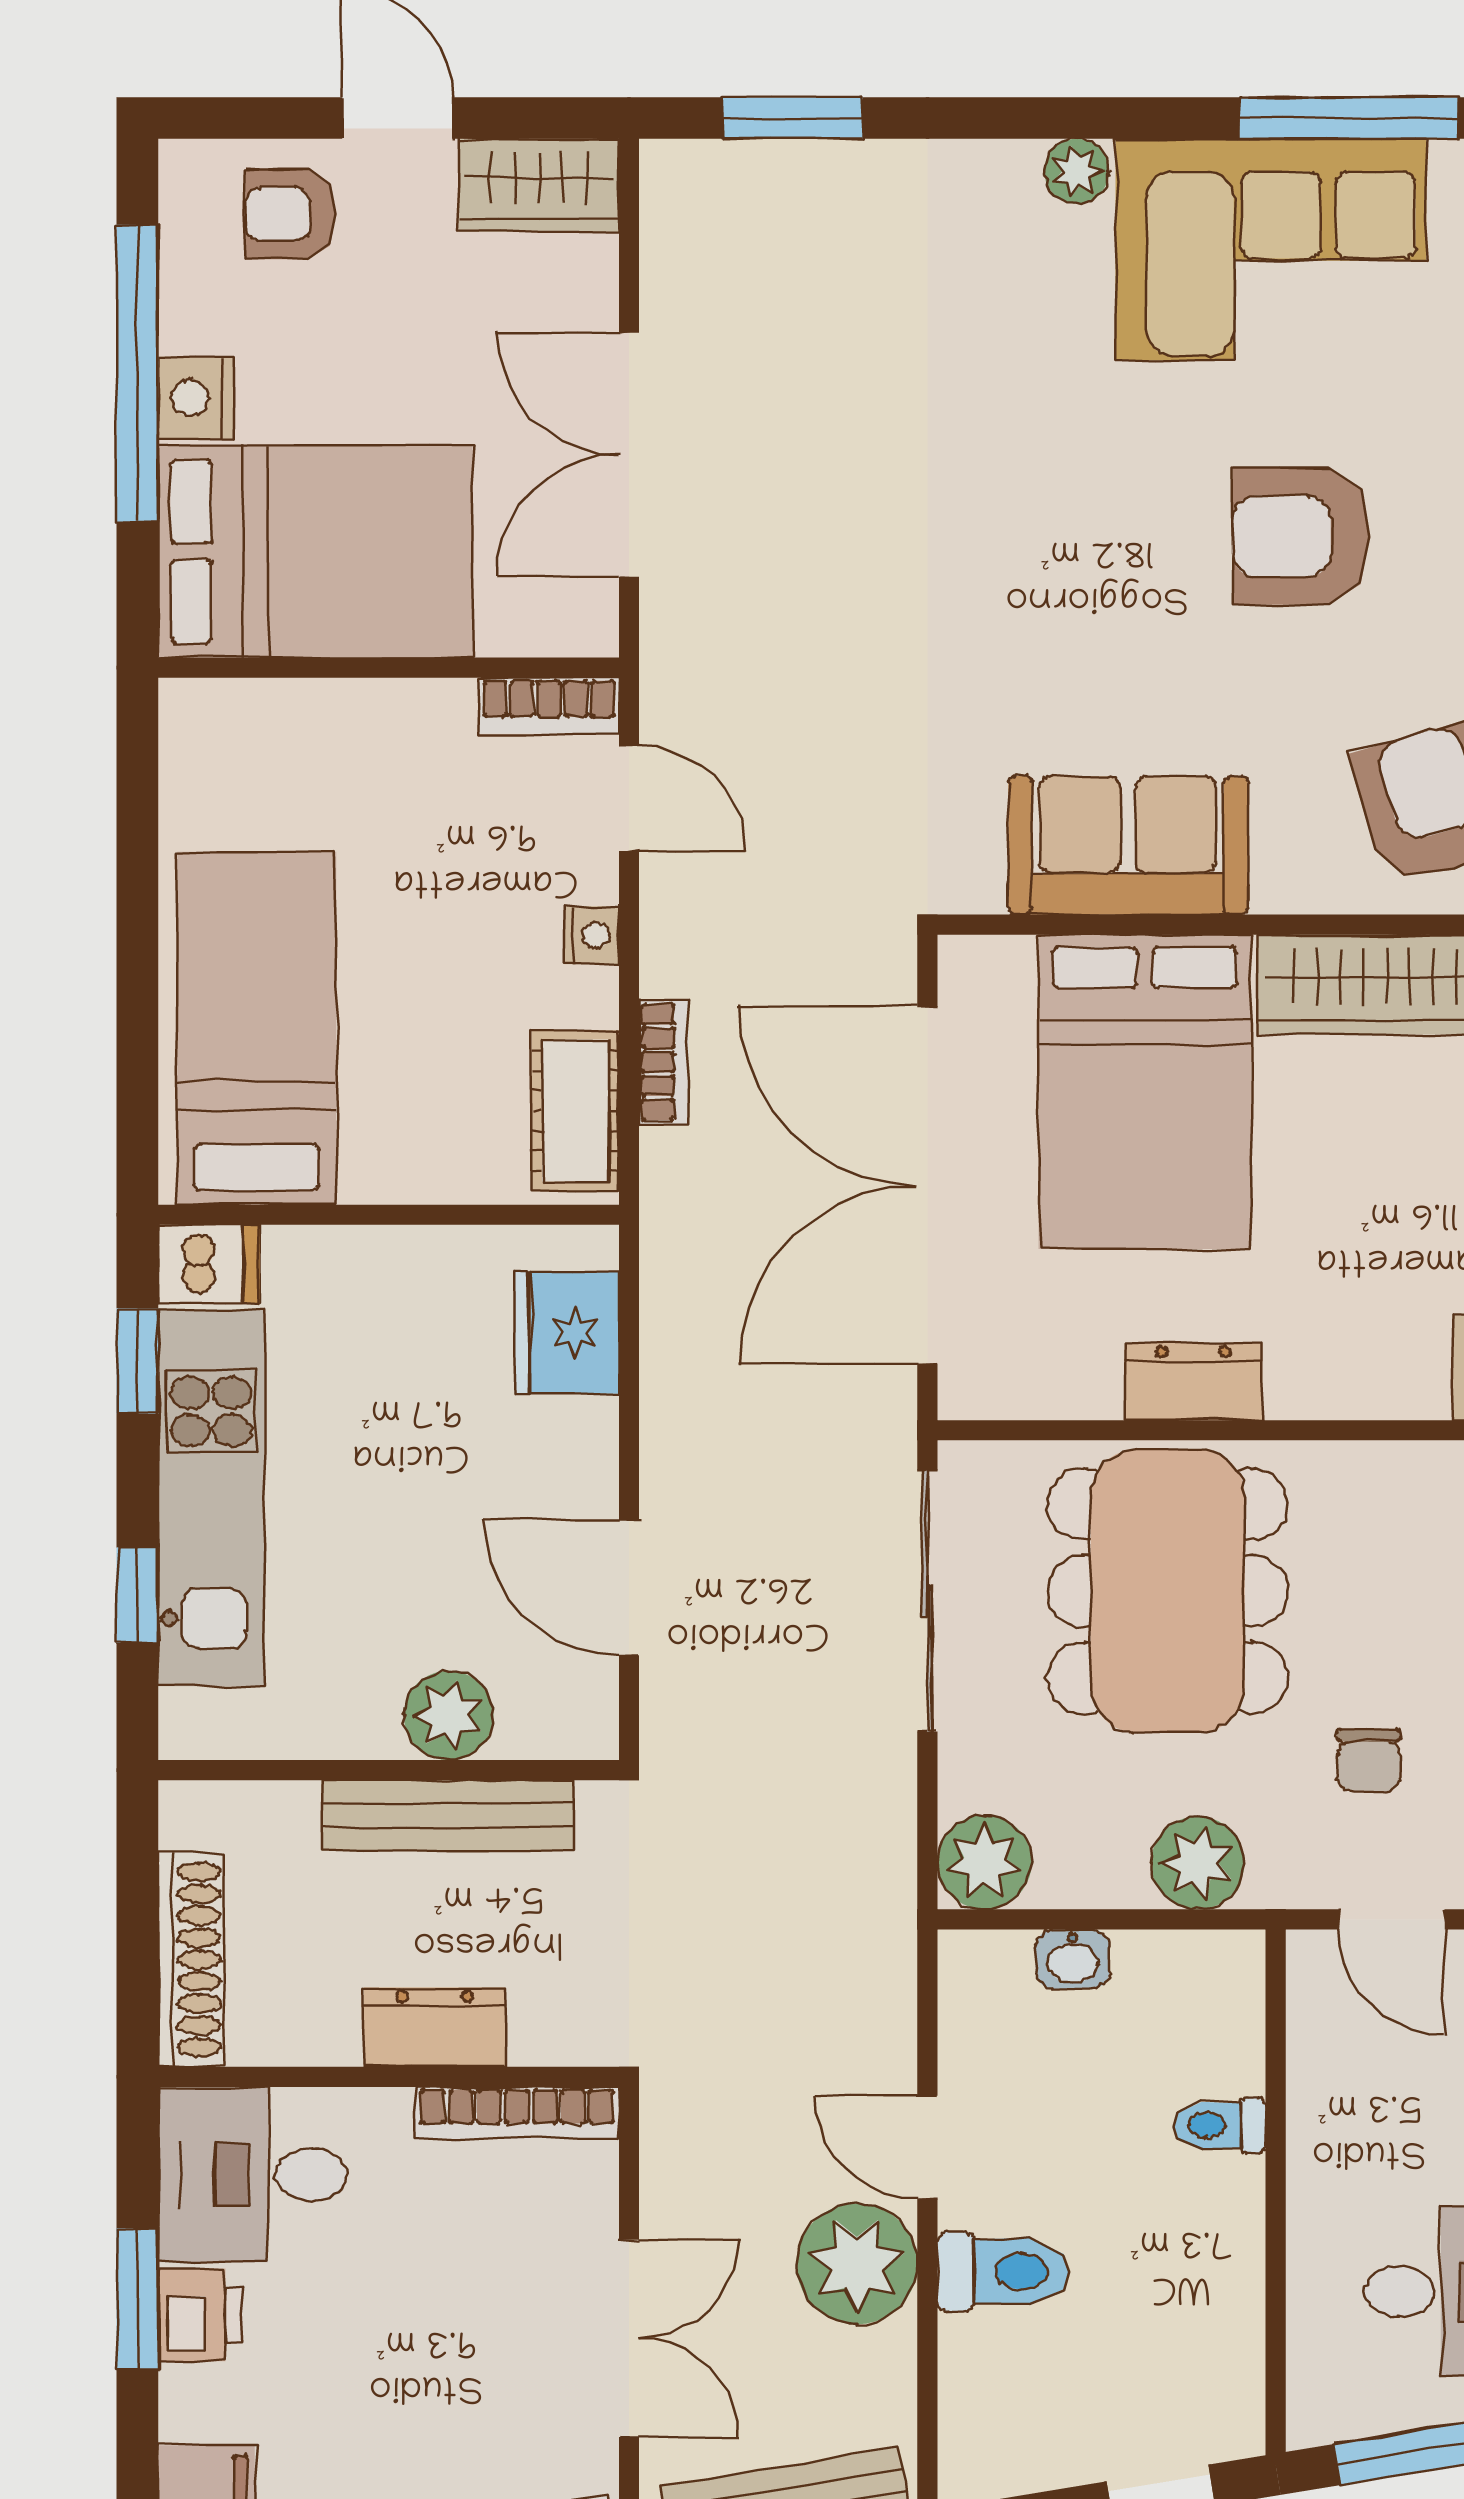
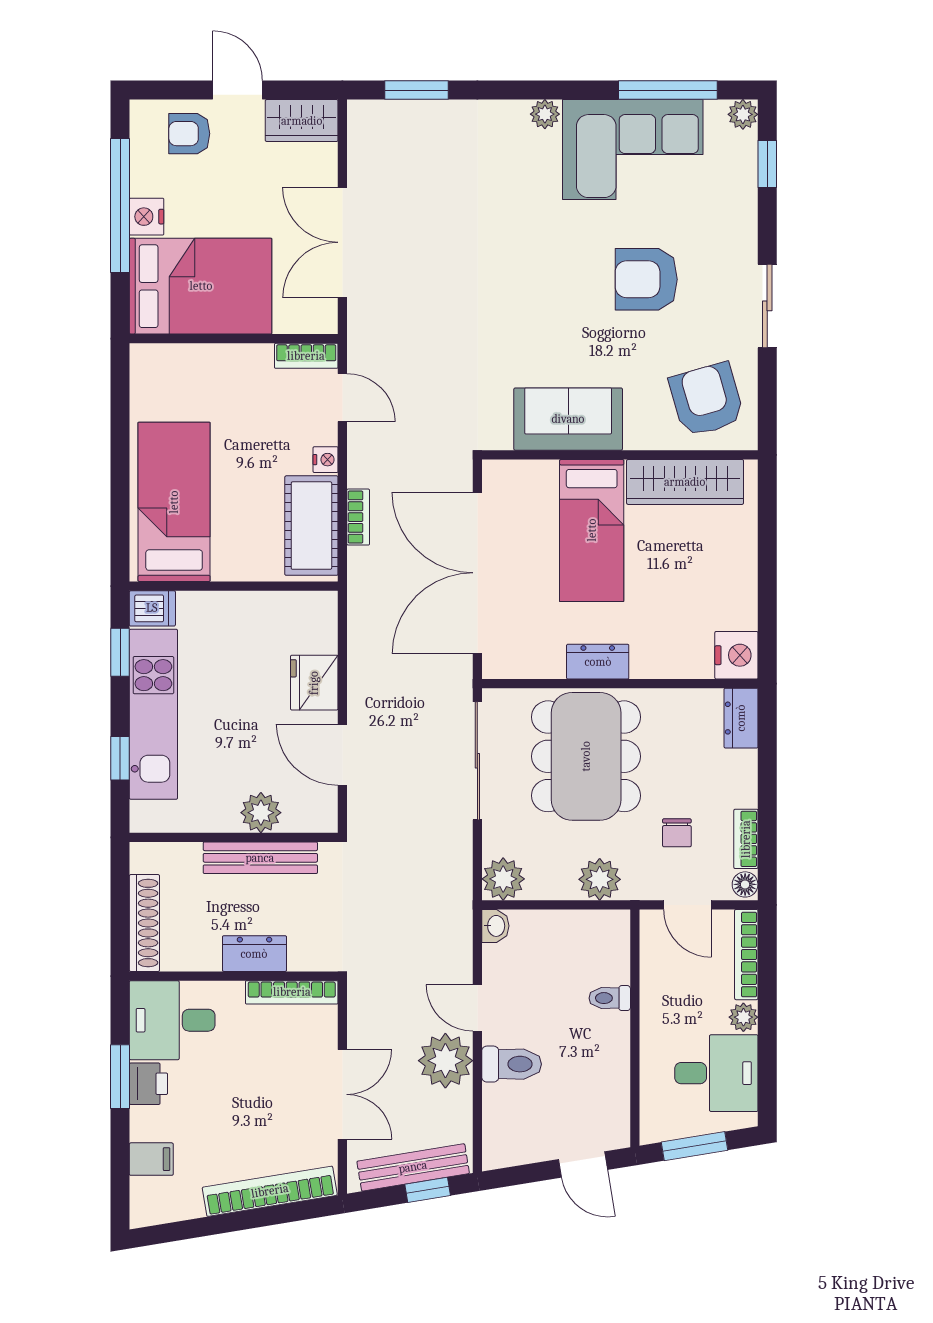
bed: (1145, 1092) -> (592, 530), width x0.67
cot: (575, 1111) -> (311, 526), width x1.37, depth x1.34
fridge: (567, 1333) -> (314, 683), moved
washbasin: (1073, 1959) -> (495, 926), moved, turned -90

